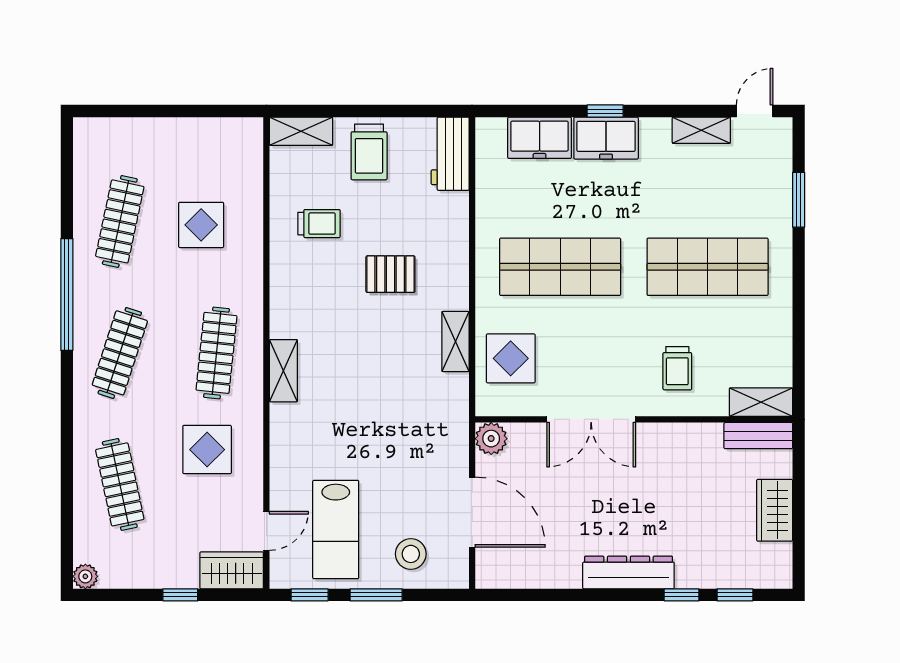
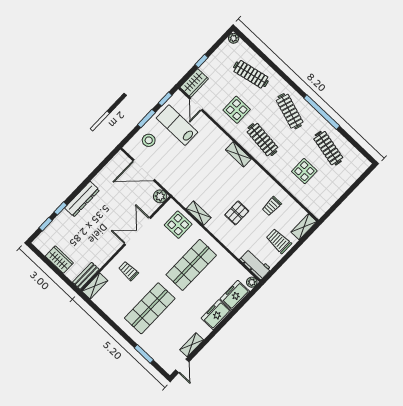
window: (605, 111) -> (224, 322), removed
plant: (488, 130) -> (252, 282), added

